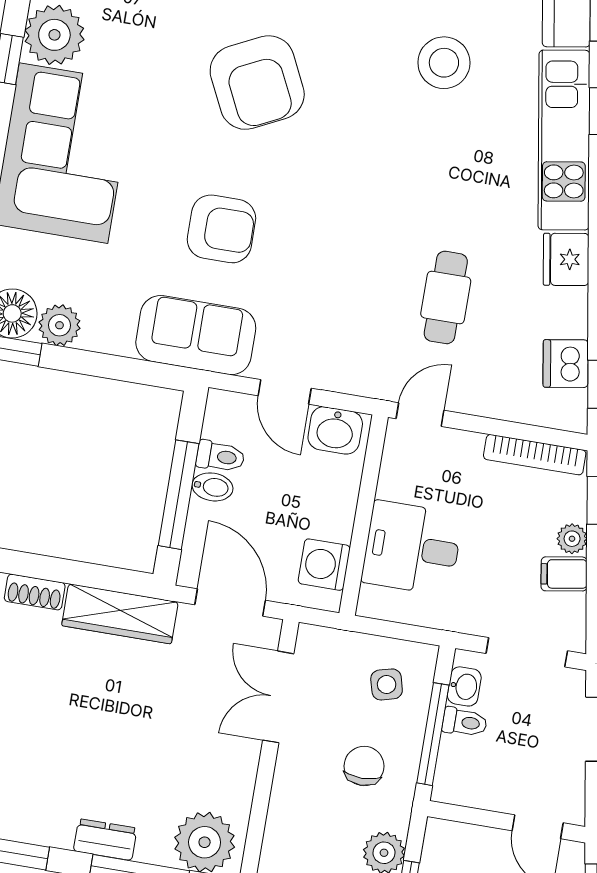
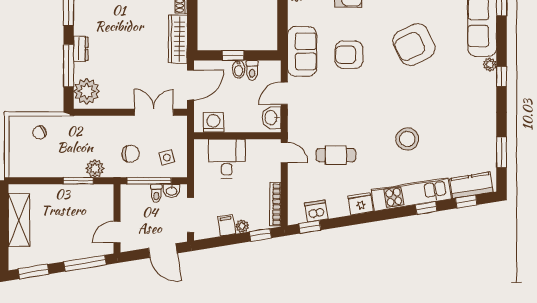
stool: (444, 63) -> (407, 139), moved
armchair: (257, 83) -> (414, 45), moved
armchair: (221, 229) -> (349, 55), turned 90
window: (179, 495) -> (233, 55), width x0.46

